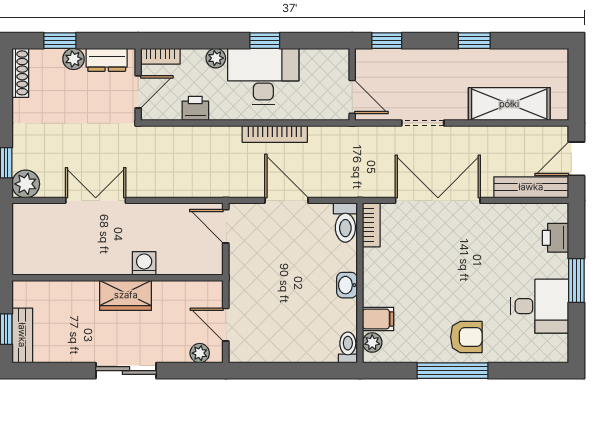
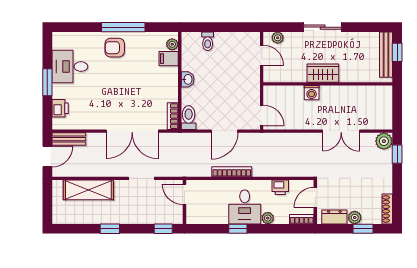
desk: (263, 76) -> (245, 207), width x0.73
bench: (531, 187) -> (69, 139), width x0.73
door: (287, 200) -> (225, 131), hinge flipped
bench: (22, 335) -> (386, 55), width x1.36
toilet: (348, 347) -> (208, 41), moved

